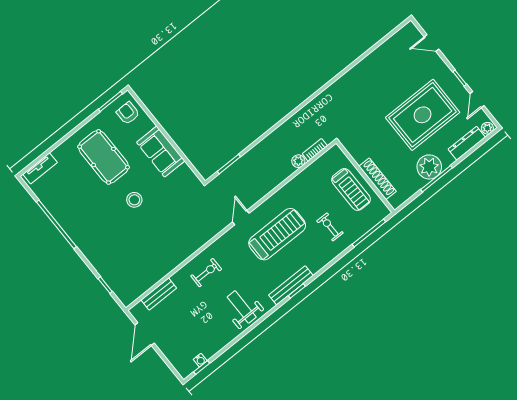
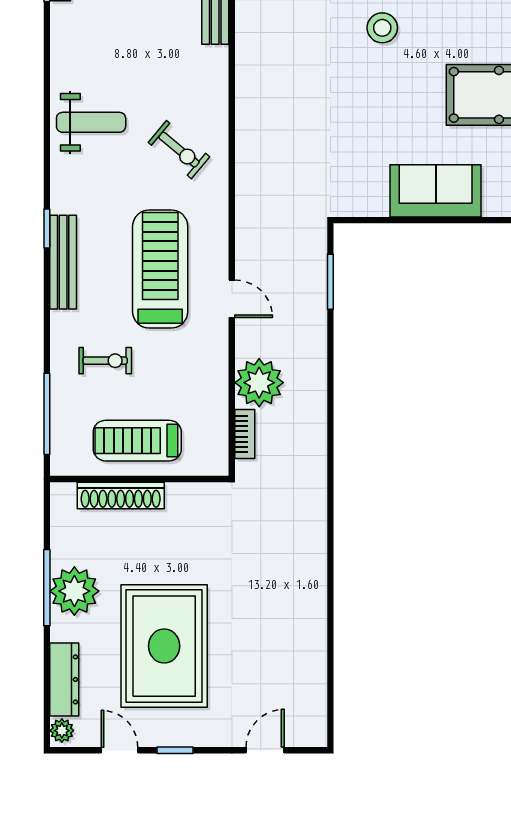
plant: (298, 161) -> (259, 383), width x1.87, depth x1.87
stool: (134, 200) -> (382, 28), moved
door: (241, 218) -> (232, 299), moved
treadmill: (277, 234) -> (160, 269), turned 180
exercise bike: (206, 273) -> (179, 150), moved, turned -50
bench: (291, 285) -> (63, 262), moved

